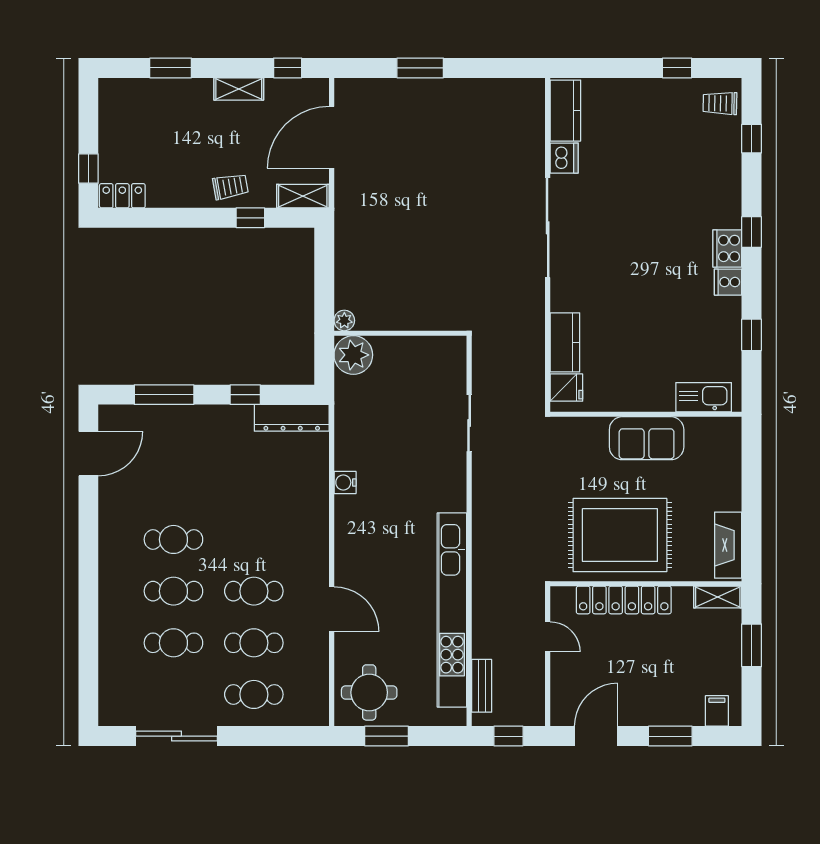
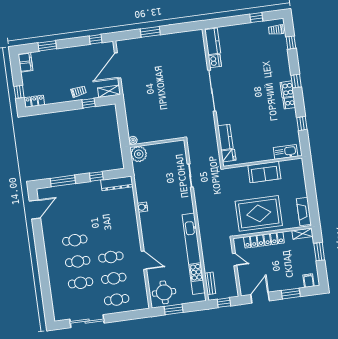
shelving: (239, 89) -> (77, 51), removed
filing cabinet: (113, 100) -> (25, 62), added

